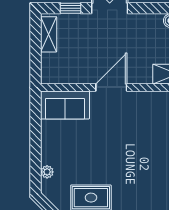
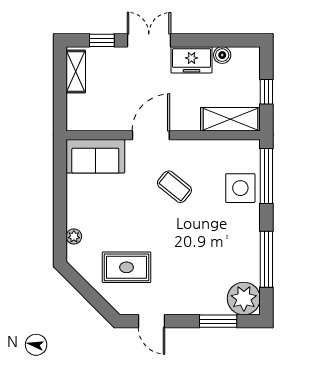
freezer: (145, 25) -> (191, 60), added
coffee table: (131, 130) -> (174, 187), added

